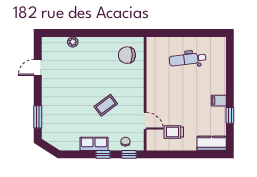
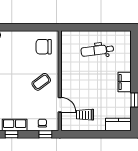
filing cabinet: (219, 101) -> (125, 82), width x2.00
coffee table: (106, 105) -> (41, 82), moved
window: (103, 154) -> (12, 134), moved

